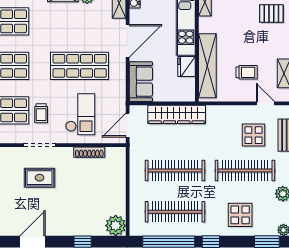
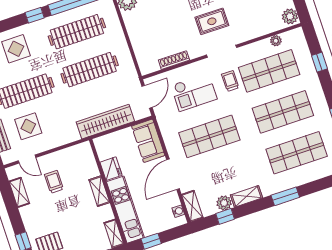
shelving: (207, 66) -> (99, 191), width x0.45, depth x0.75
trolley: (247, 72) -> (54, 182), turned 90
checkout: (80, 114) -> (194, 92), turned -90

